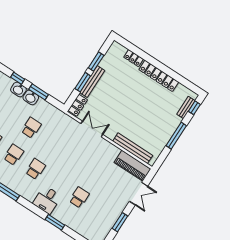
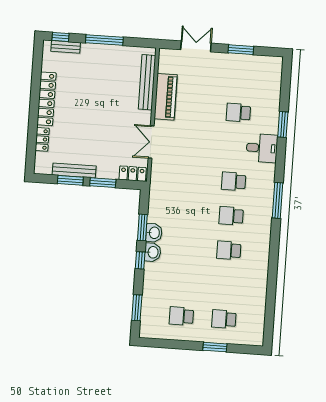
bench: (92, 82) -> (74, 171), moved
school desk: (31, 128) -> (189, 213), removed
piano: (132, 166) -> (166, 97), moved

